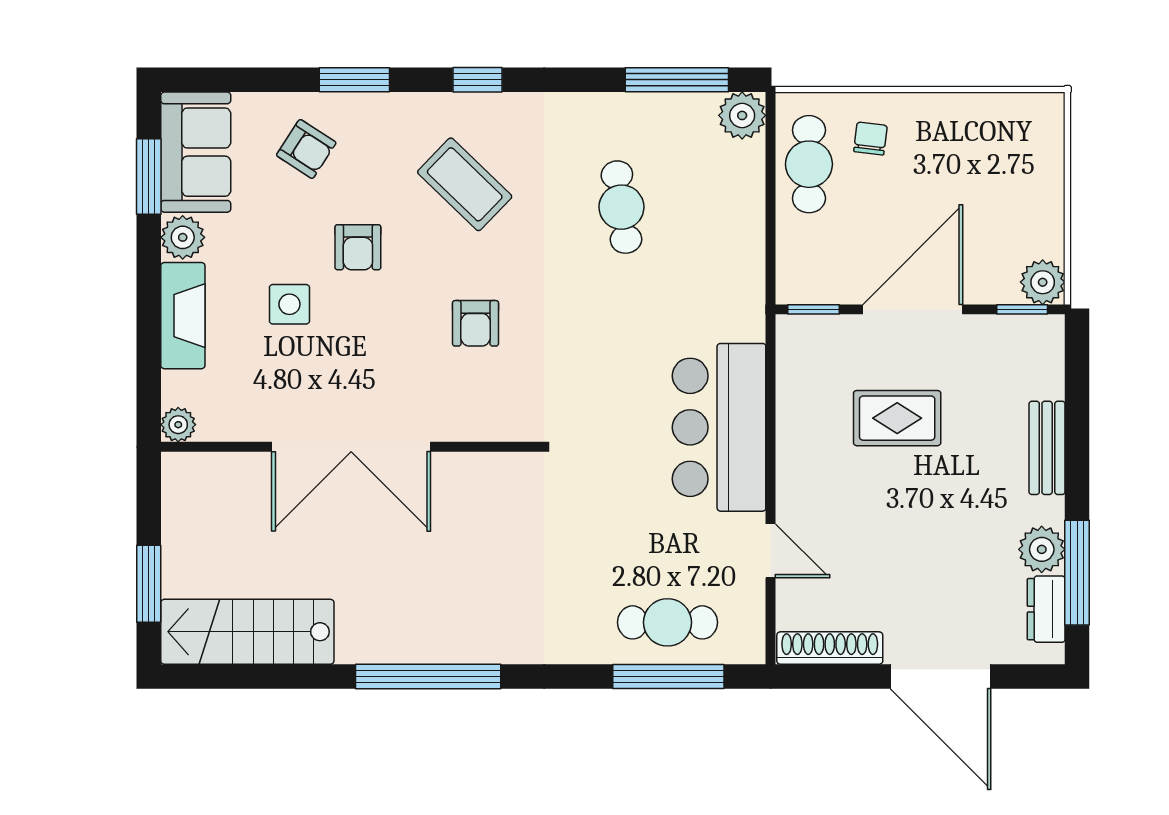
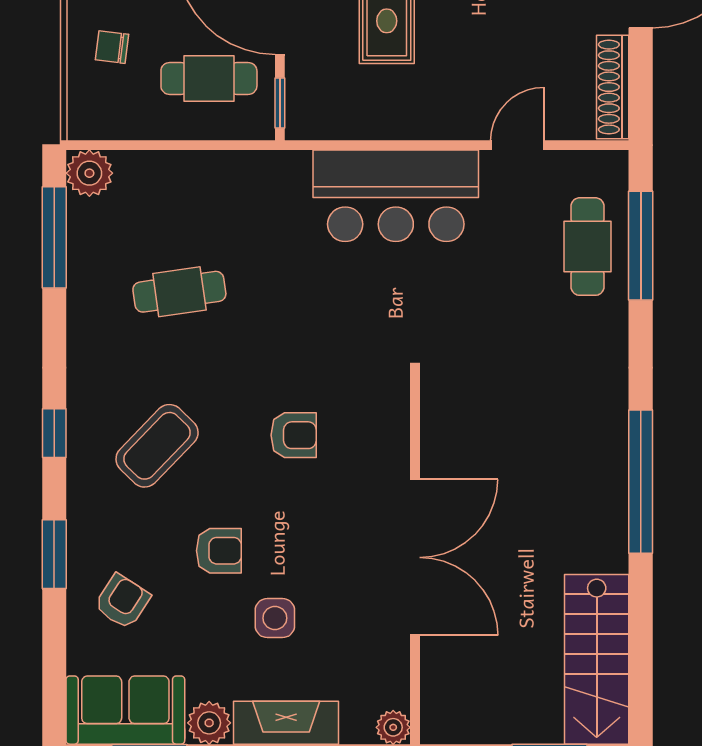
cafe table: (809, 164) -> (209, 78), moved

